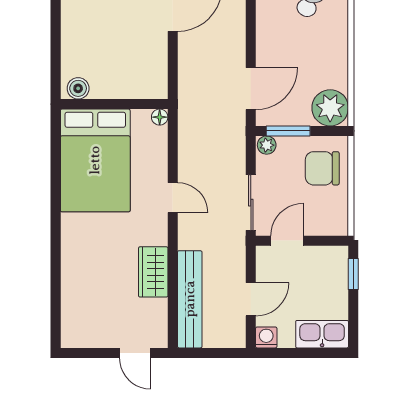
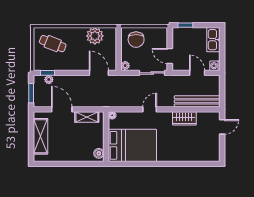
shelving: (156, 63) -> (87, 117), added
plant: (330, 108) -> (95, 36), moved
window: (288, 131) -> (119, 55), removed

